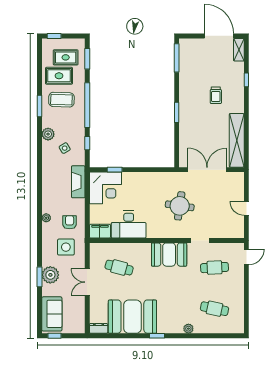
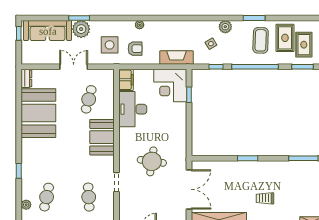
booth: (169, 255) -> (102, 137), moved
sofa: (52, 314) -> (48, 31), width x1.36
plant: (188, 329) -> (26, 205), moved
window: (157, 336) -> (19, 171), moved

